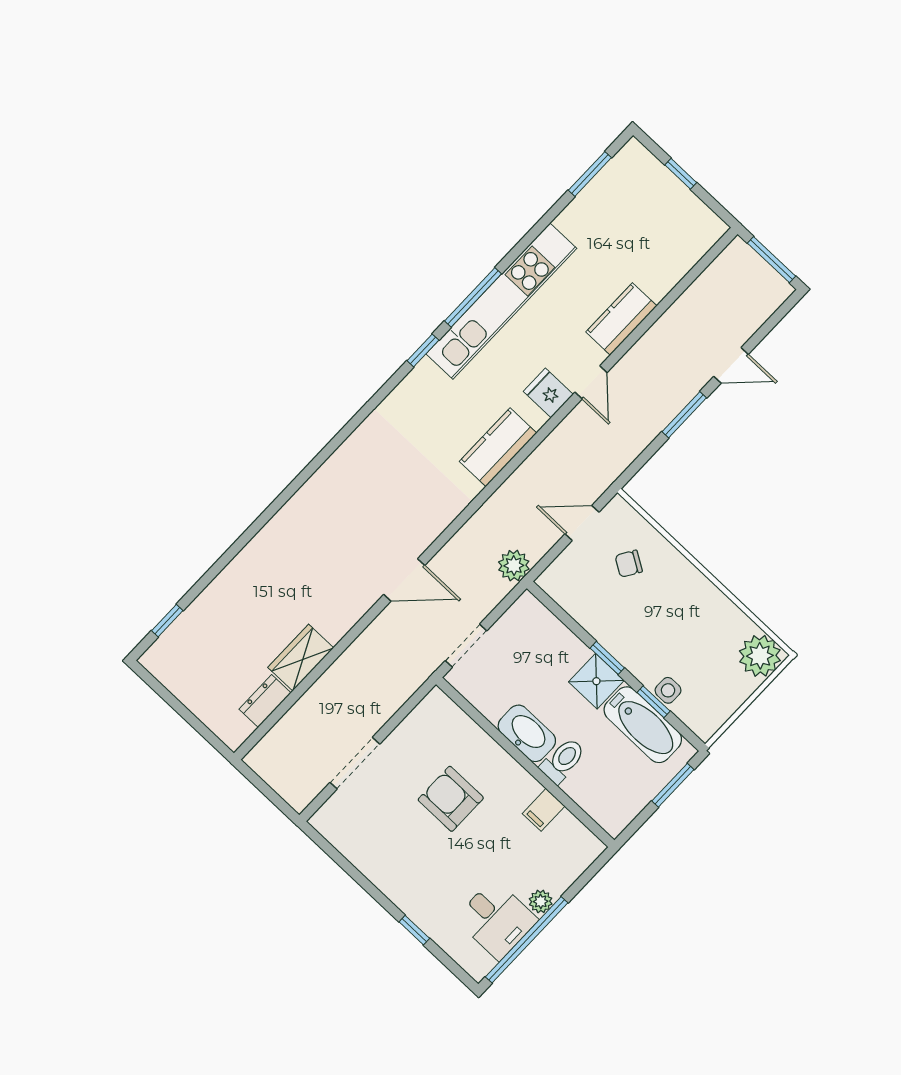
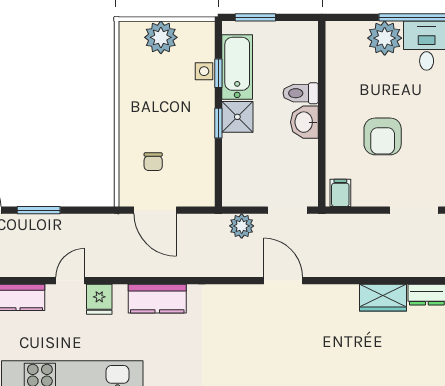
door: (582, 523) -> (155, 210), width x1.38
chair: (629, 564) -> (153, 162), turned 58
plant: (514, 566) -> (242, 226), moved
plant: (760, 656) -> (161, 37), moved
washbasin: (527, 733) -> (304, 122), width x0.72
filing cabinet: (544, 810) -> (340, 193), moved, turned -90
plant: (541, 901) -> (385, 38), width x1.87, depth x1.87

